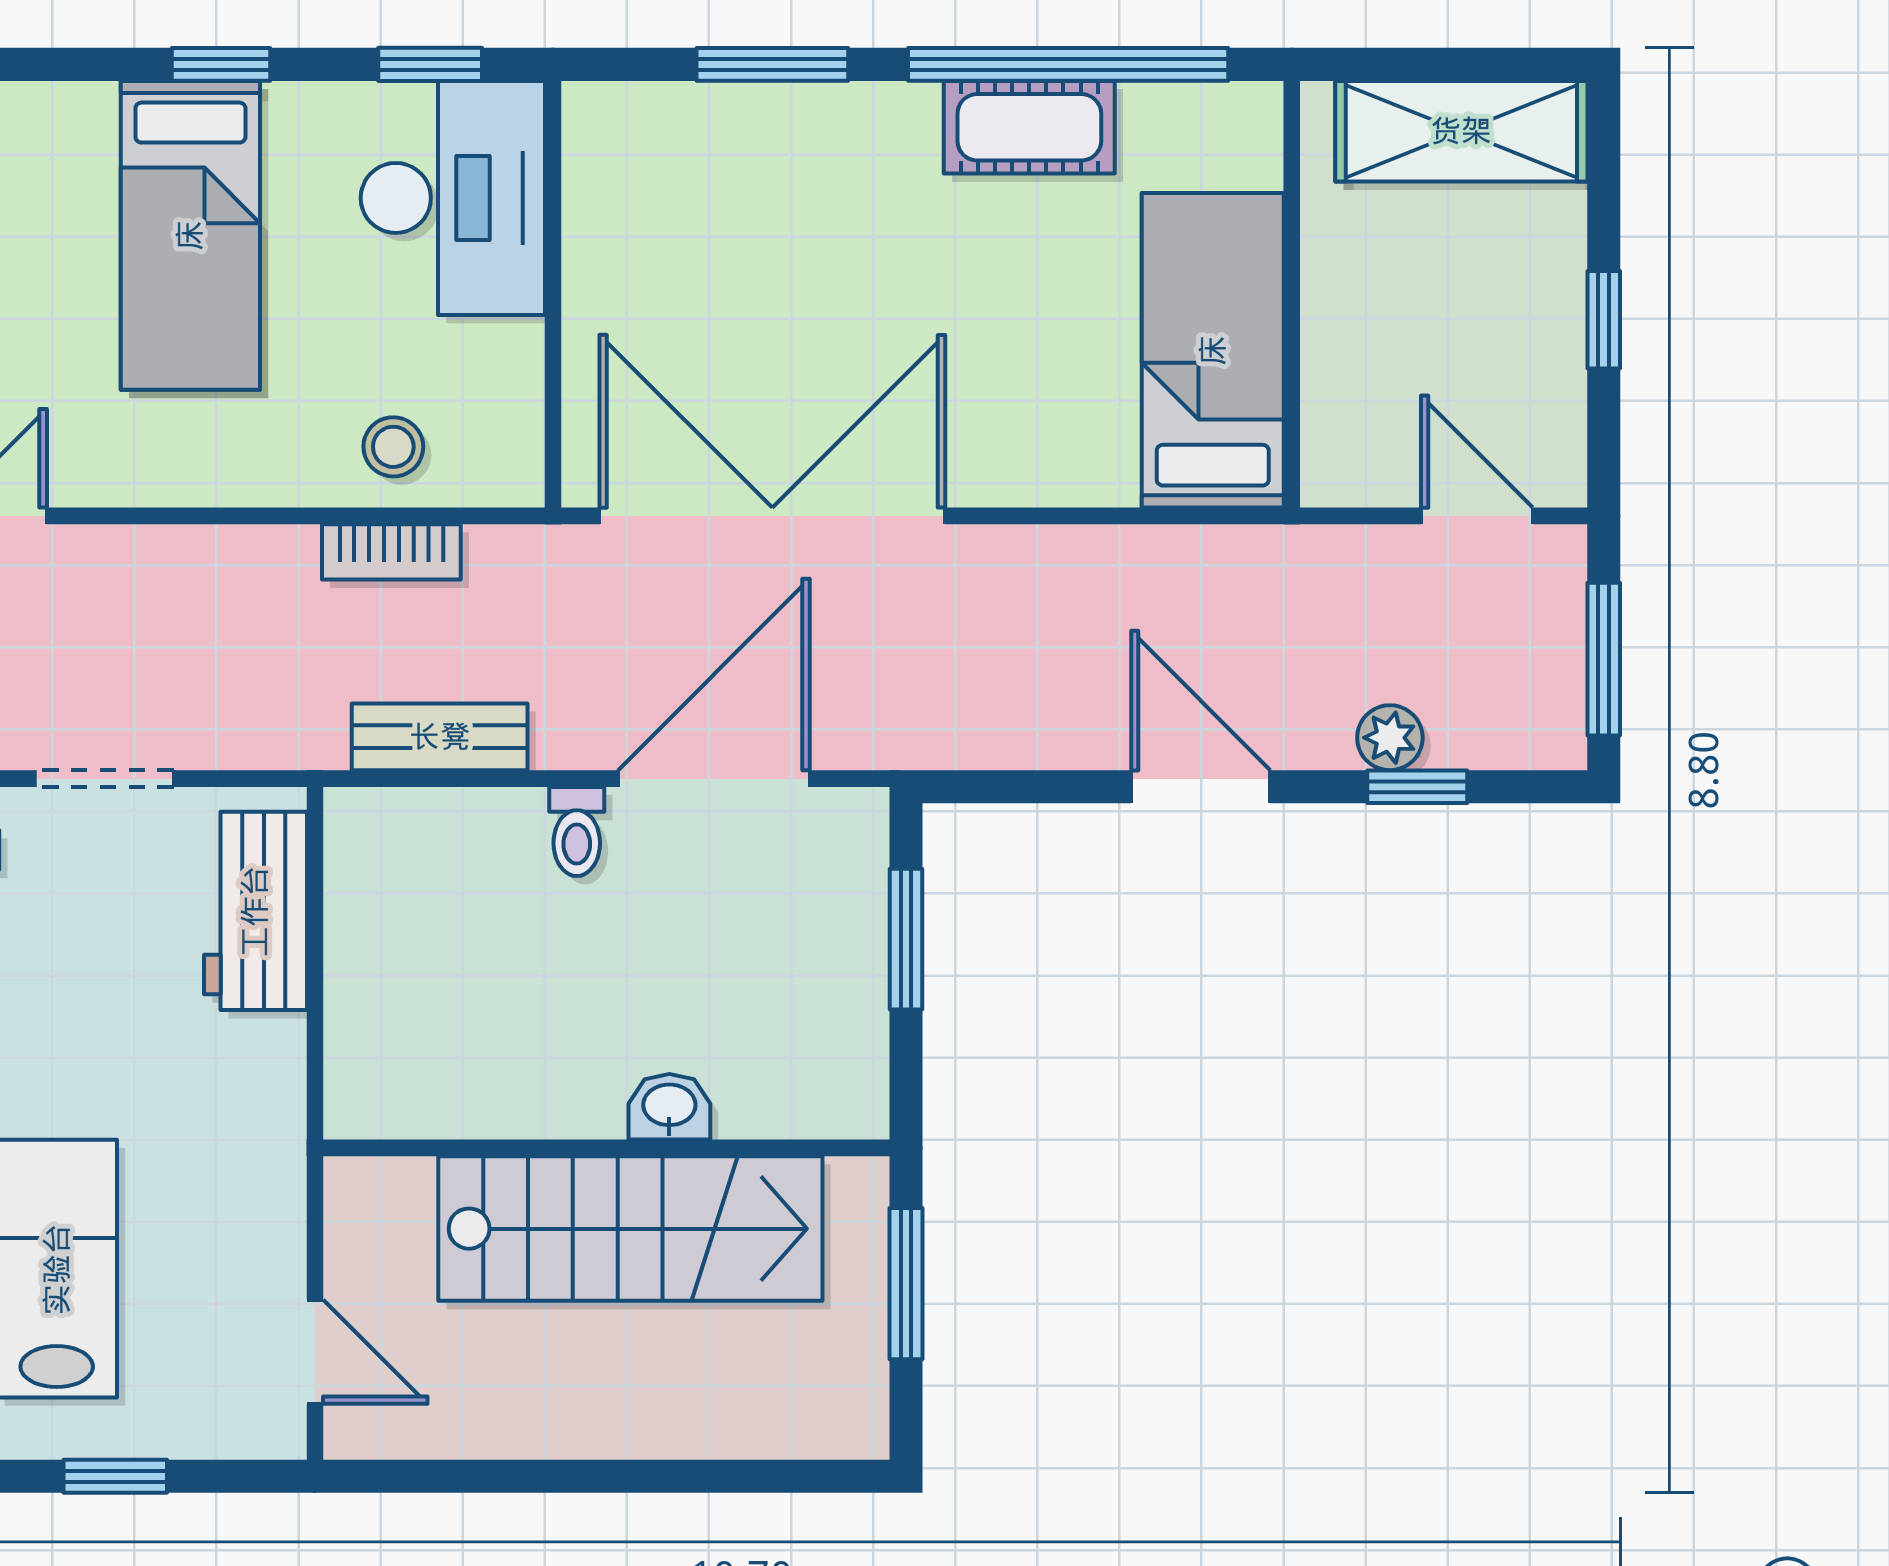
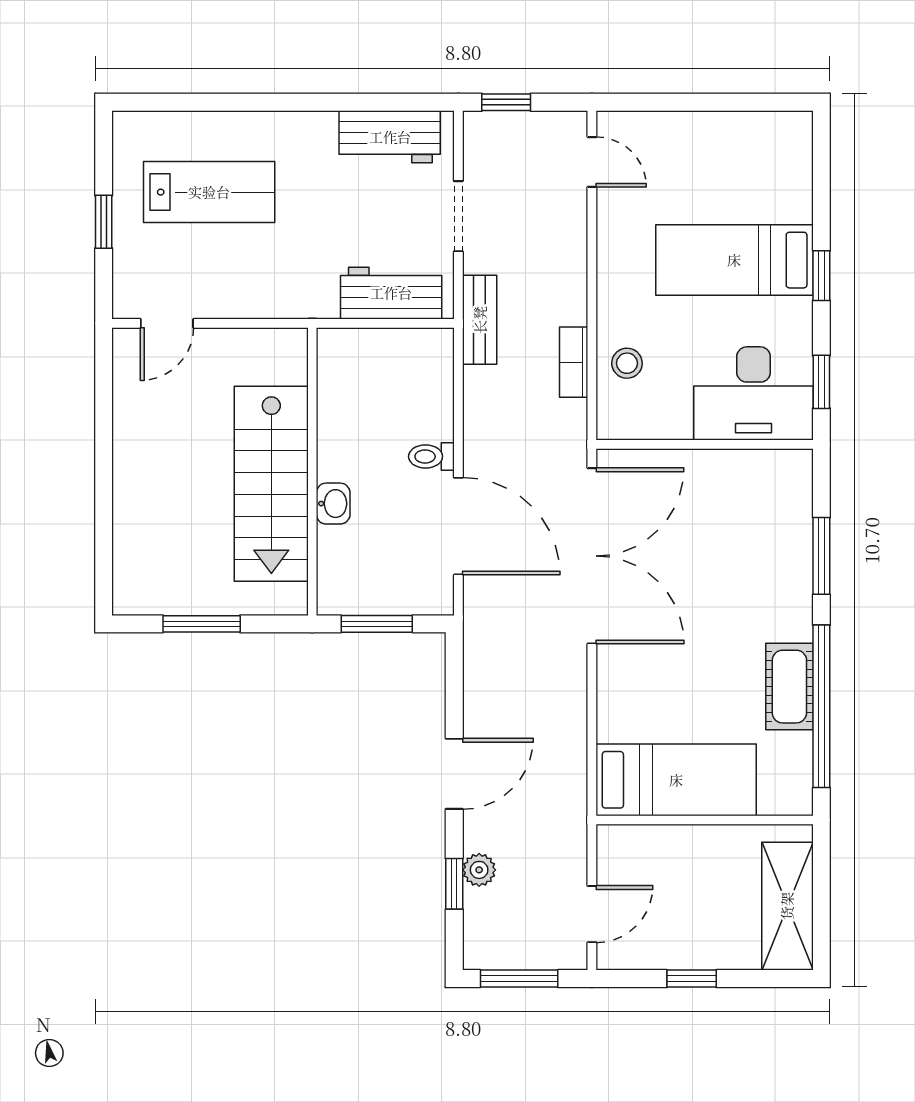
bench: (440, 737) -> (480, 320), moved
washbasin: (669, 1107) -> (333, 504), moved
wall: (606, 1148) -> (312, 472), moved
stairs: (630, 1229) -> (271, 484), moved

